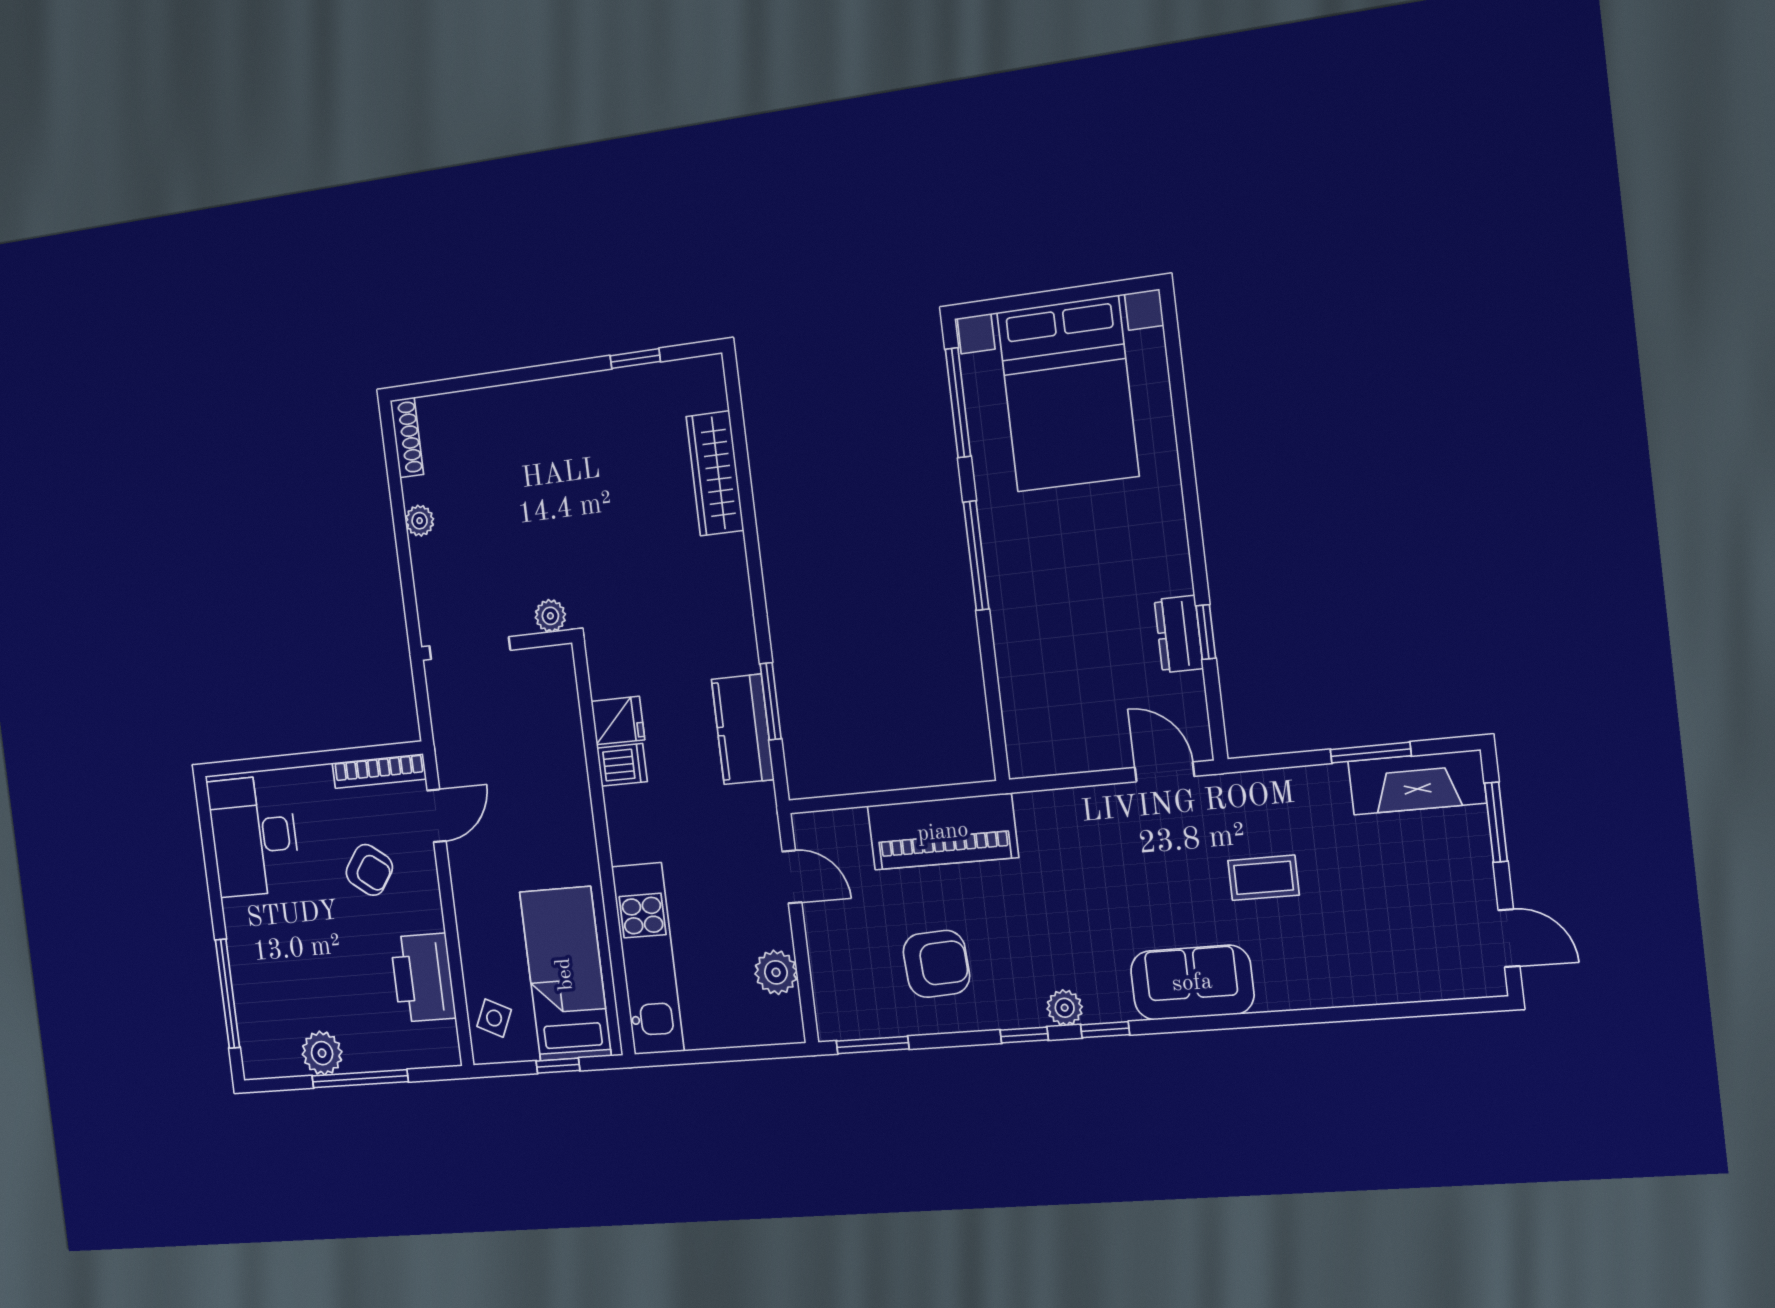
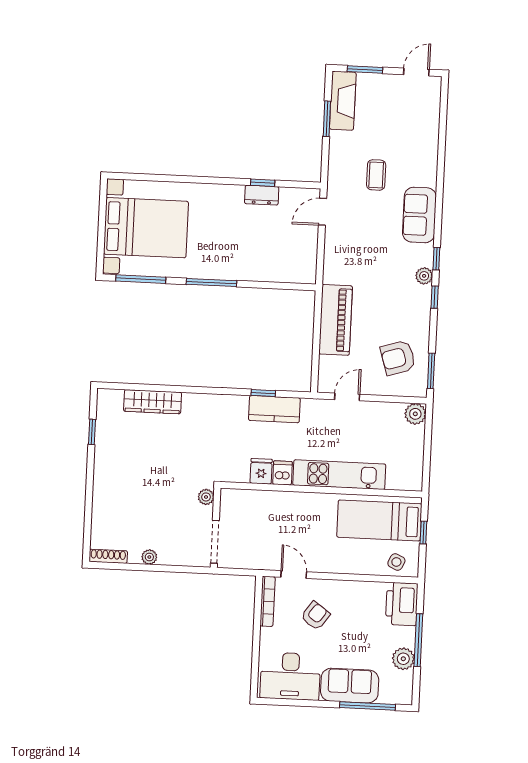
window: (771, 701) -> (263, 393), width x0.67
sofa: (257, 954) -> (350, 686), added
kitchen unit: (648, 959) -> (339, 475), moved
armchair: (936, 964) -> (398, 358), moved, turned -104
plant: (776, 972) -> (415, 414), moved
printer: (423, 978) -> (402, 604), moved, turned 90

